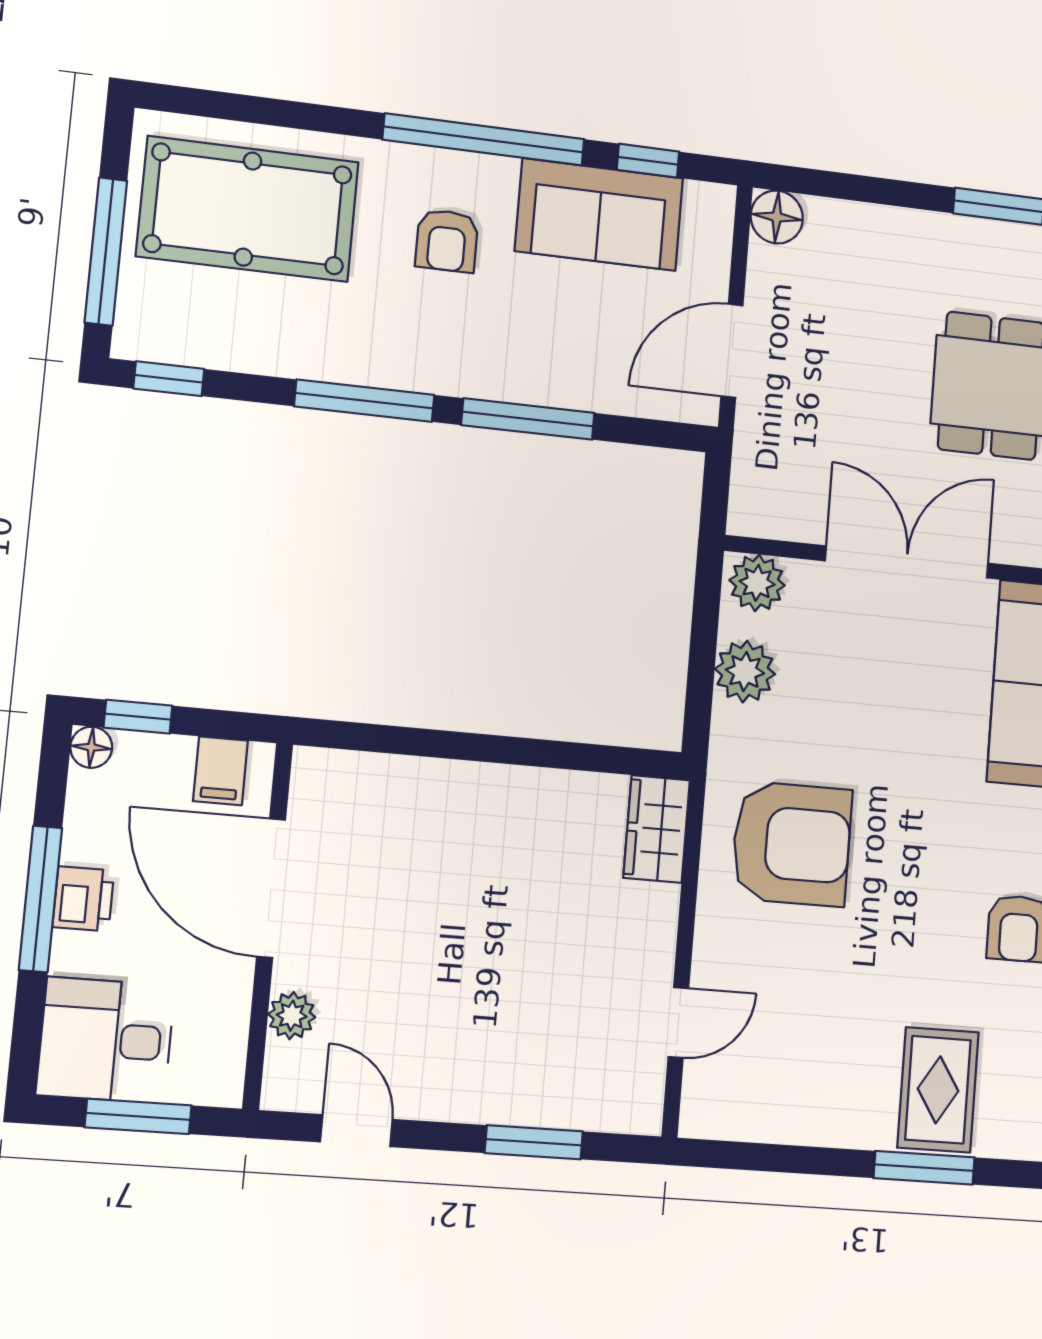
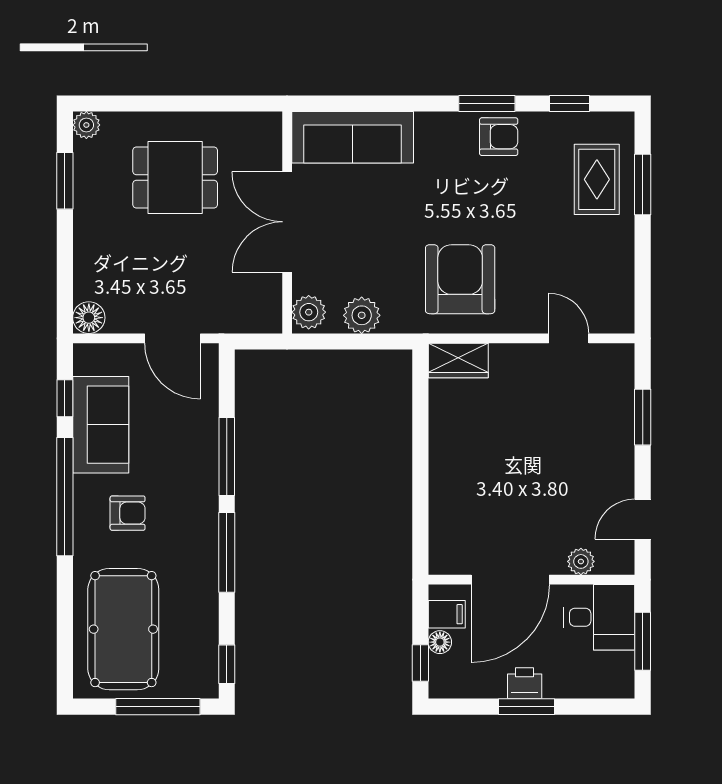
floor lamp: (91, 747) -> (440, 642), moved
window: (40, 899) -> (527, 707), width x0.69
desk: (106, 1040) -> (599, 617), moved, turned -90
rug: (938, 1090) -> (597, 179), turned 90

